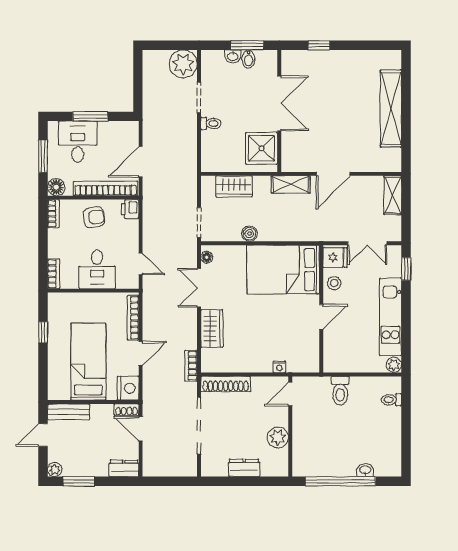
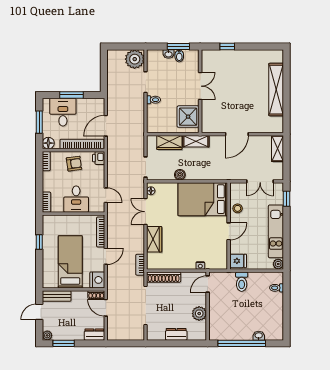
double door: (279, 103) -> (200, 86), width x0.73
shelving: (291, 184) -> (196, 141), moved
fridge: (335, 257) -> (238, 261), moved

